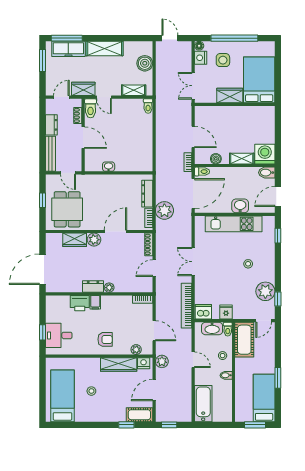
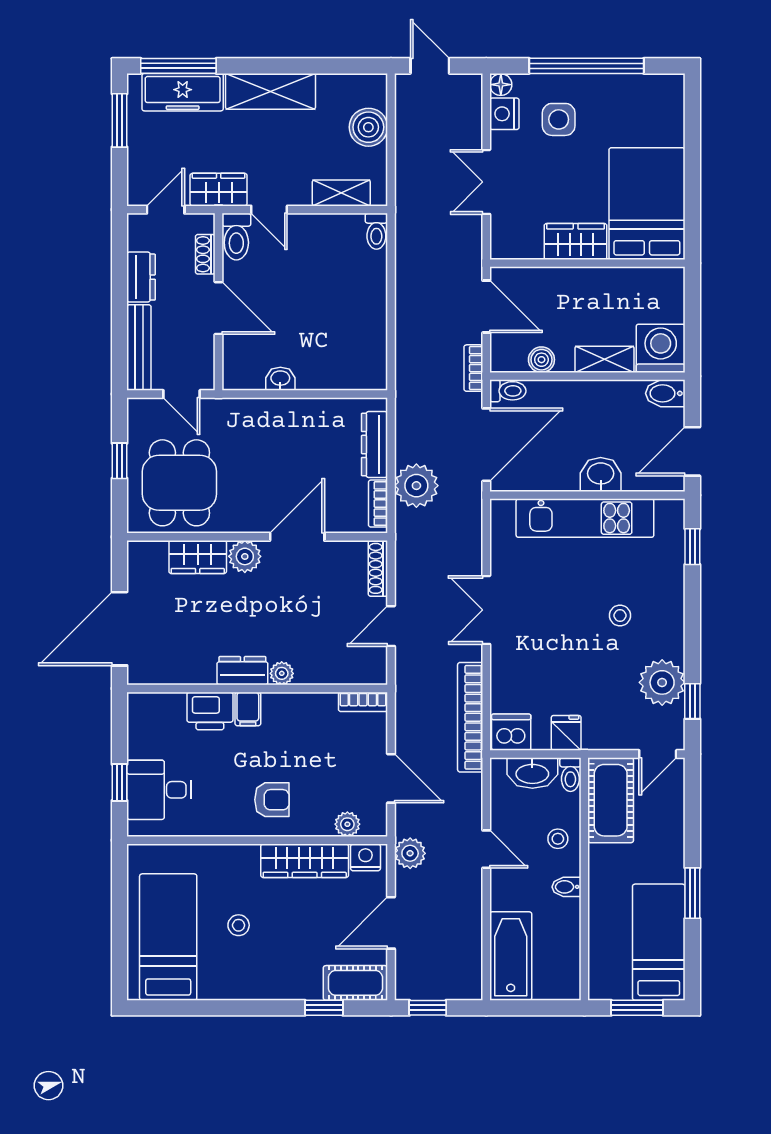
bed: (259, 80) -> (647, 204), moved
wardrobe: (230, 96) -> (576, 241), moved
wall: (235, 104) -> (587, 263), moved

